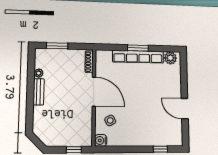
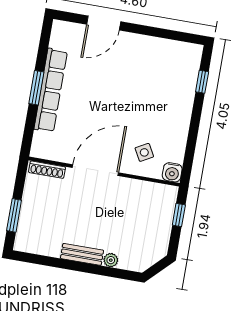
plant: (170, 58) -> (61, 38), removed
plant: (39, 73) -> (111, 260), moved
door: (185, 109) -> (104, 23), moved

